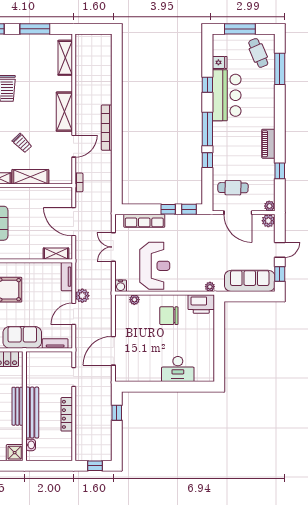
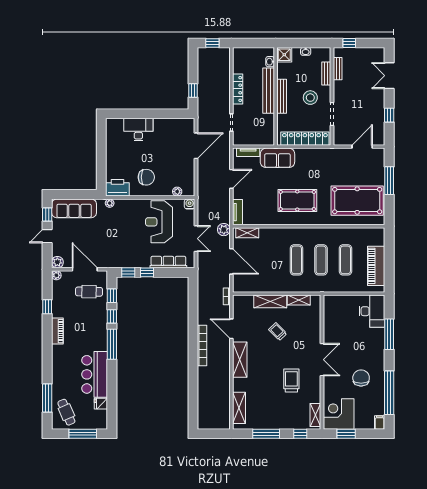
window: (207, 85) -> (112, 296), moved
door: (74, 146) -> (231, 329), hinge flipped
plant: (82, 296) -> (224, 230), moved

